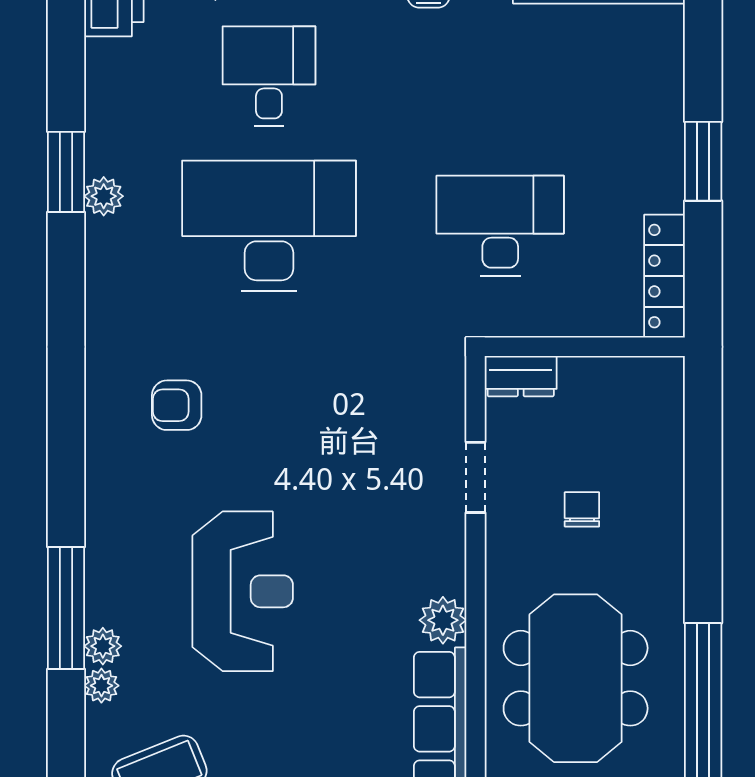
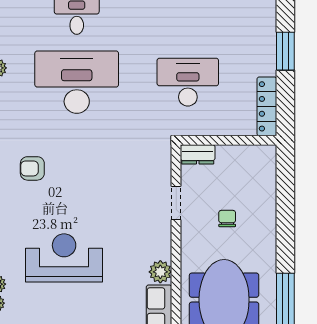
reception desk: (243, 591) -> (64, 258), turned -90

